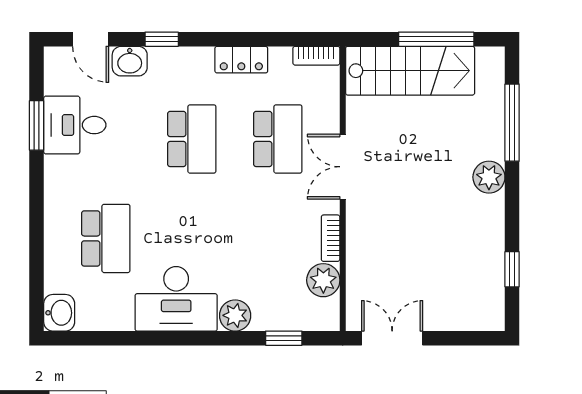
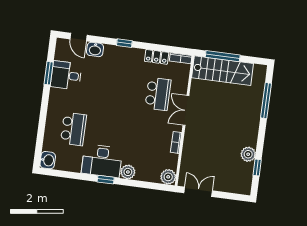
window: (162, 39) -> (124, 43), moved
window: (436, 39) -> (223, 56), moved
locker: (241, 60) -> (157, 57), moved
school desk: (192, 139) -> (119, 89), removed
plant: (489, 177) -> (248, 154), moved
plant: (323, 280) -> (168, 177), moved
window: (284, 338) -> (106, 180), moved

